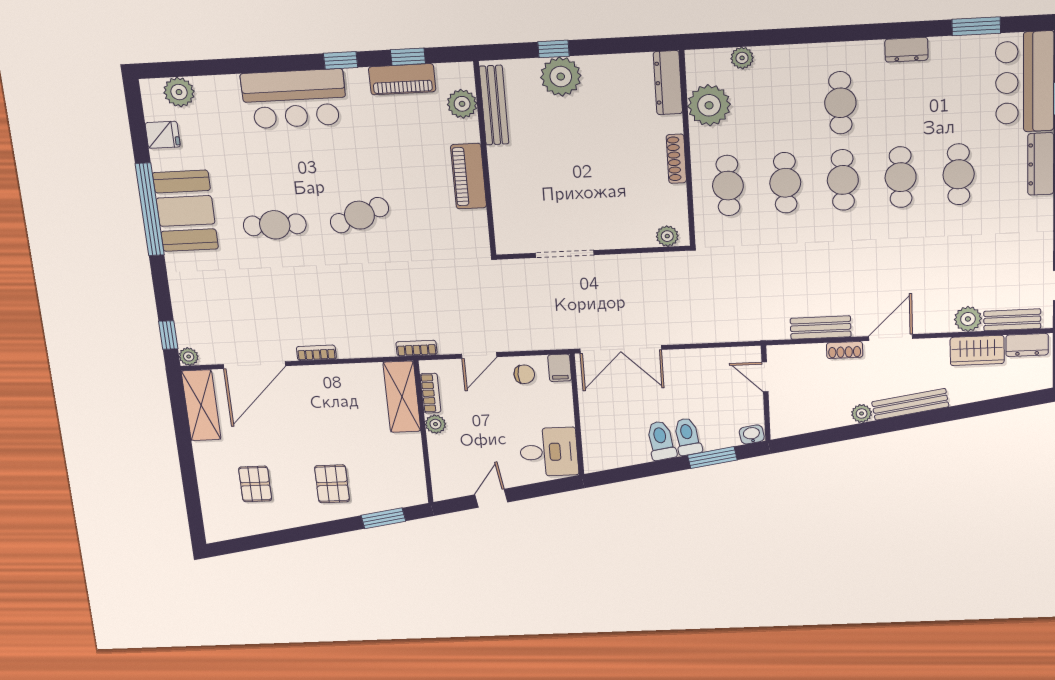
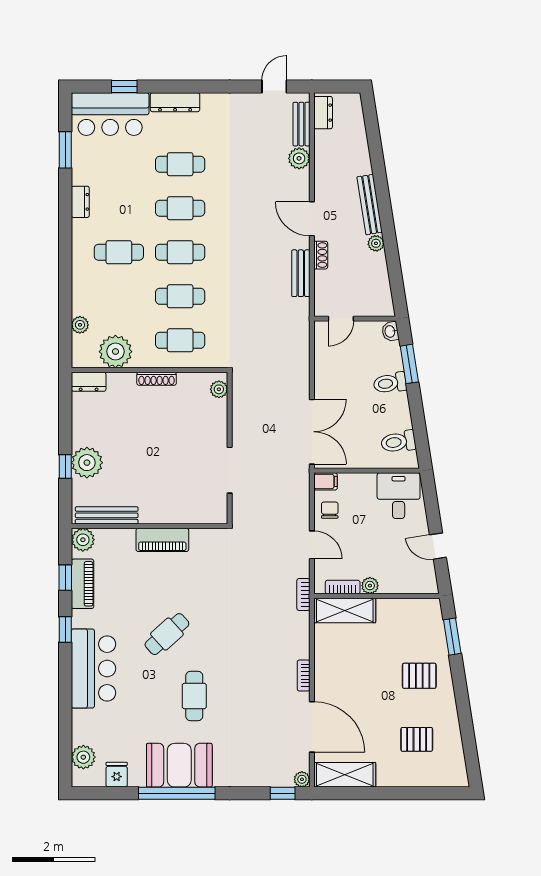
dresser: (668, 83) -> (89, 382), width x0.70
plant: (462, 104) -> (83, 540), moved
cafe table: (359, 215) -> (167, 634), moved, turned 68
wardrobe: (977, 351) -> (326, 151), removed
toilet: (661, 441) -> (398, 442), moved

